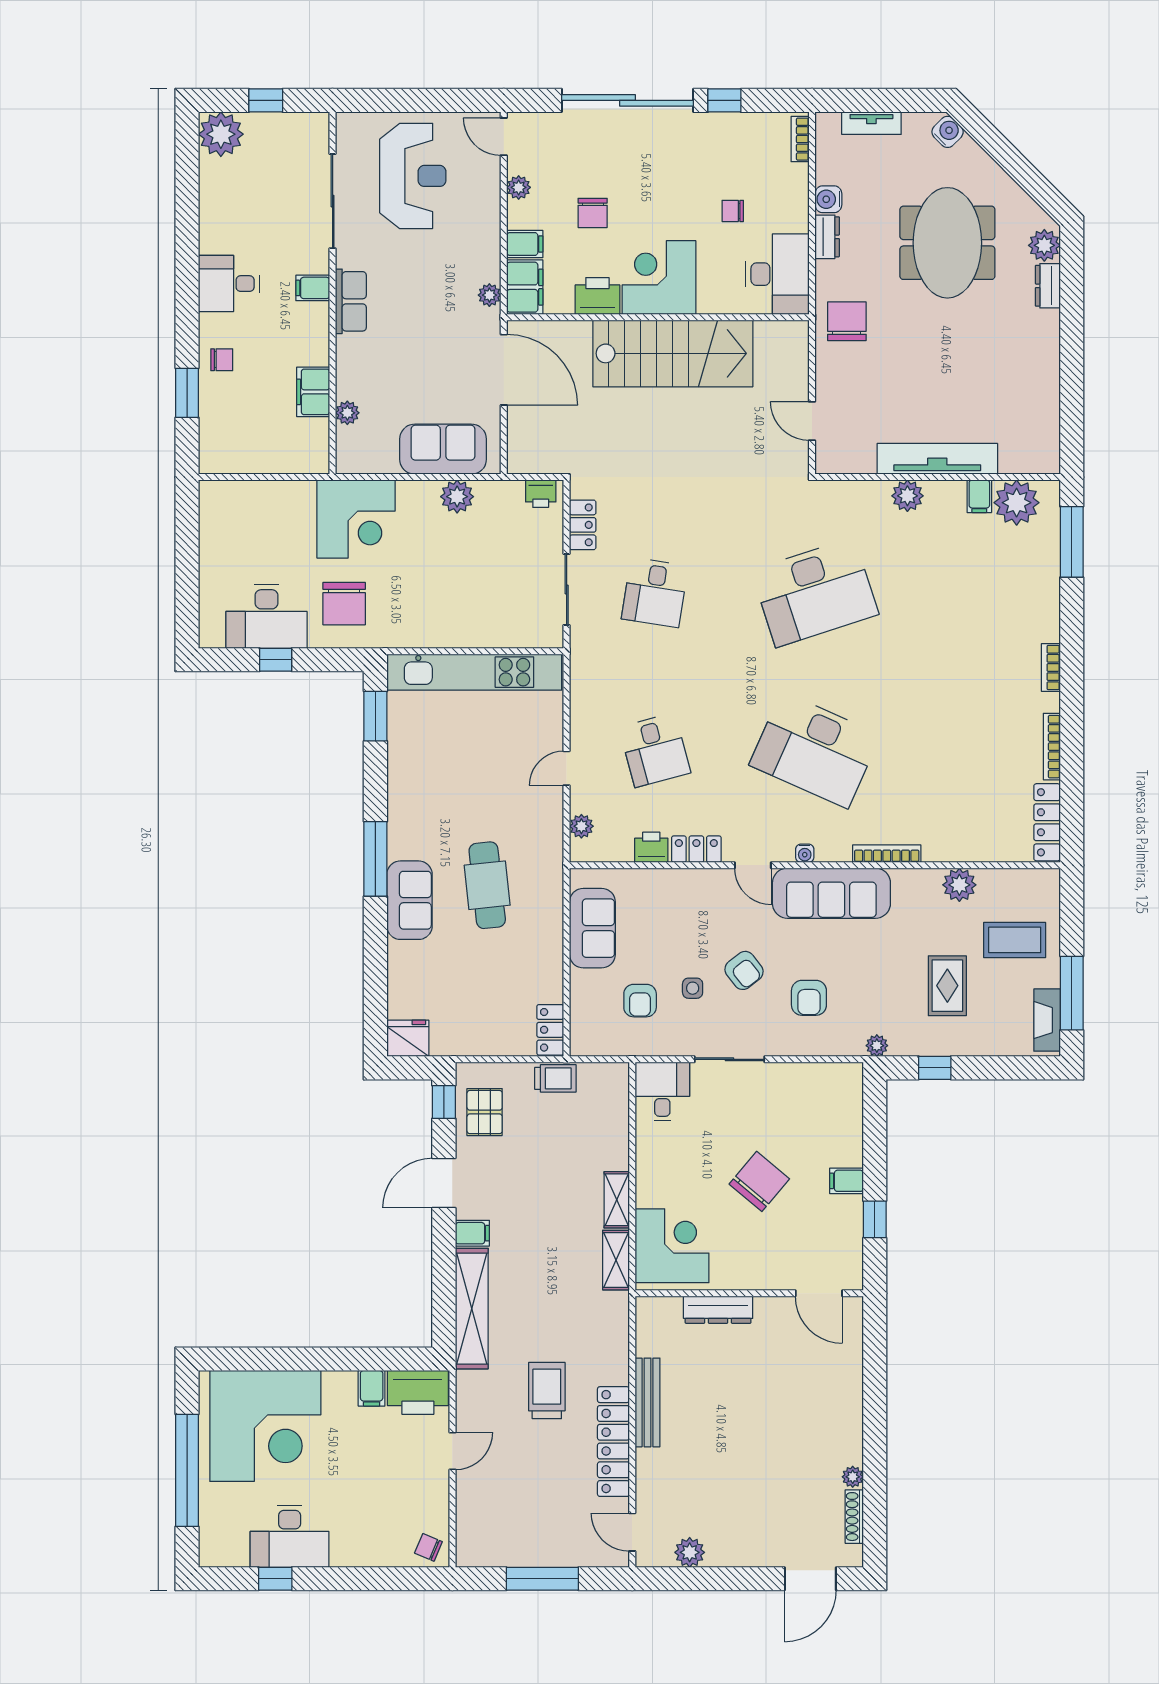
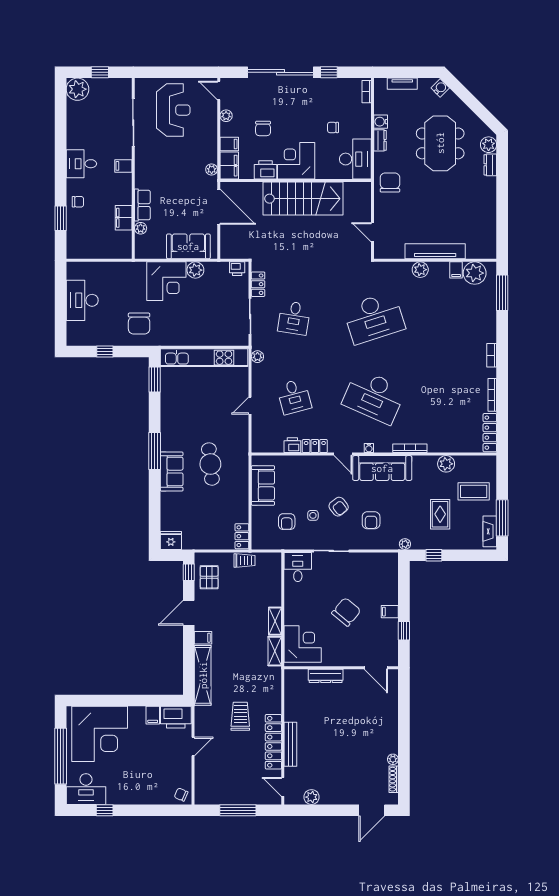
row of seats: (351, 301) -> (142, 205), moved
corner desk: (356, 519) -> (166, 281), moved
desk: (266, 616) -> (82, 300), moved, turned 90
plant: (581, 826) -> (257, 357), moved
bench: (648, 1402) -> (290, 744), moved
desk: (290, 1536) -> (86, 789), moved

